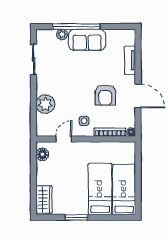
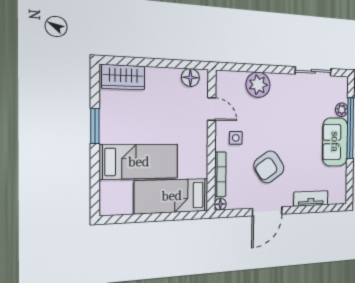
armchair: (105, 95) -> (269, 167), turned -34
bed: (124, 189) -> (172, 196), moved, turned 180

